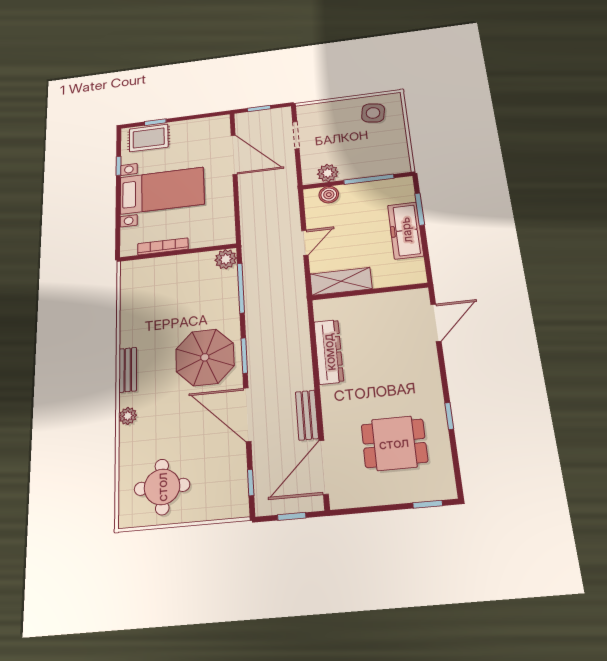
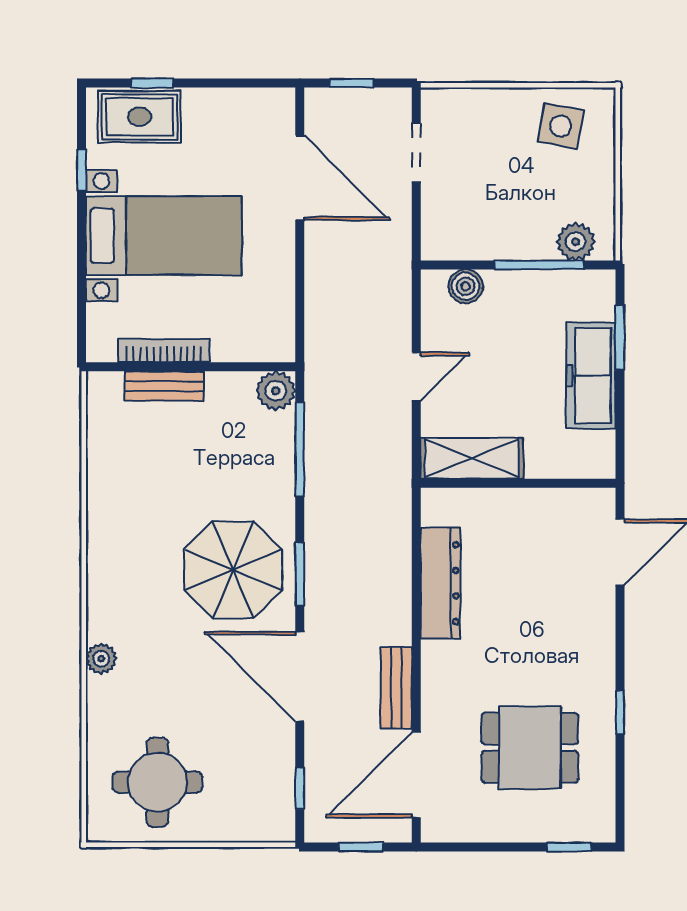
plant: (328, 173) -> (576, 242), moved
bench: (128, 370) -> (164, 386), moved, turned 90

